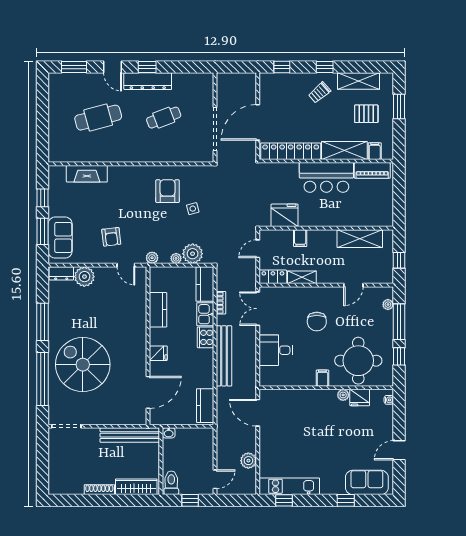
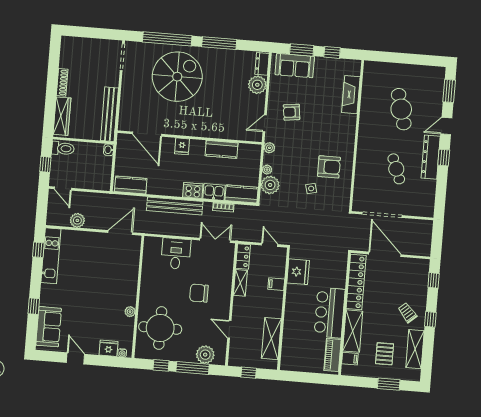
plant: (388, 305) -> (205, 355), width x1.87, depth x1.87
filing cabinet: (322, 378) -> (147, 294), removed
fridge: (360, 398) -> (109, 348), moved, turned 90

